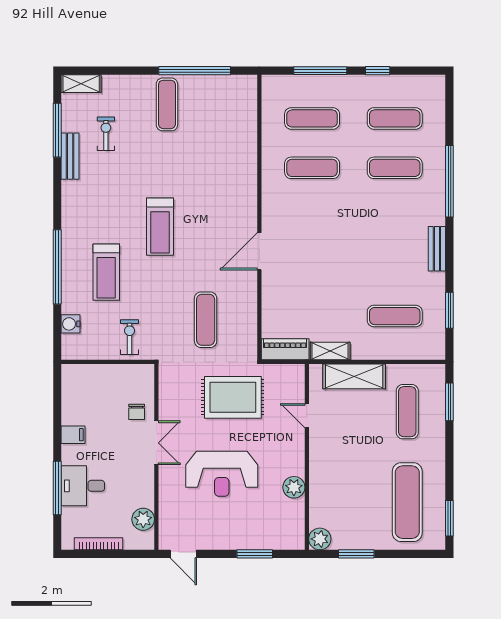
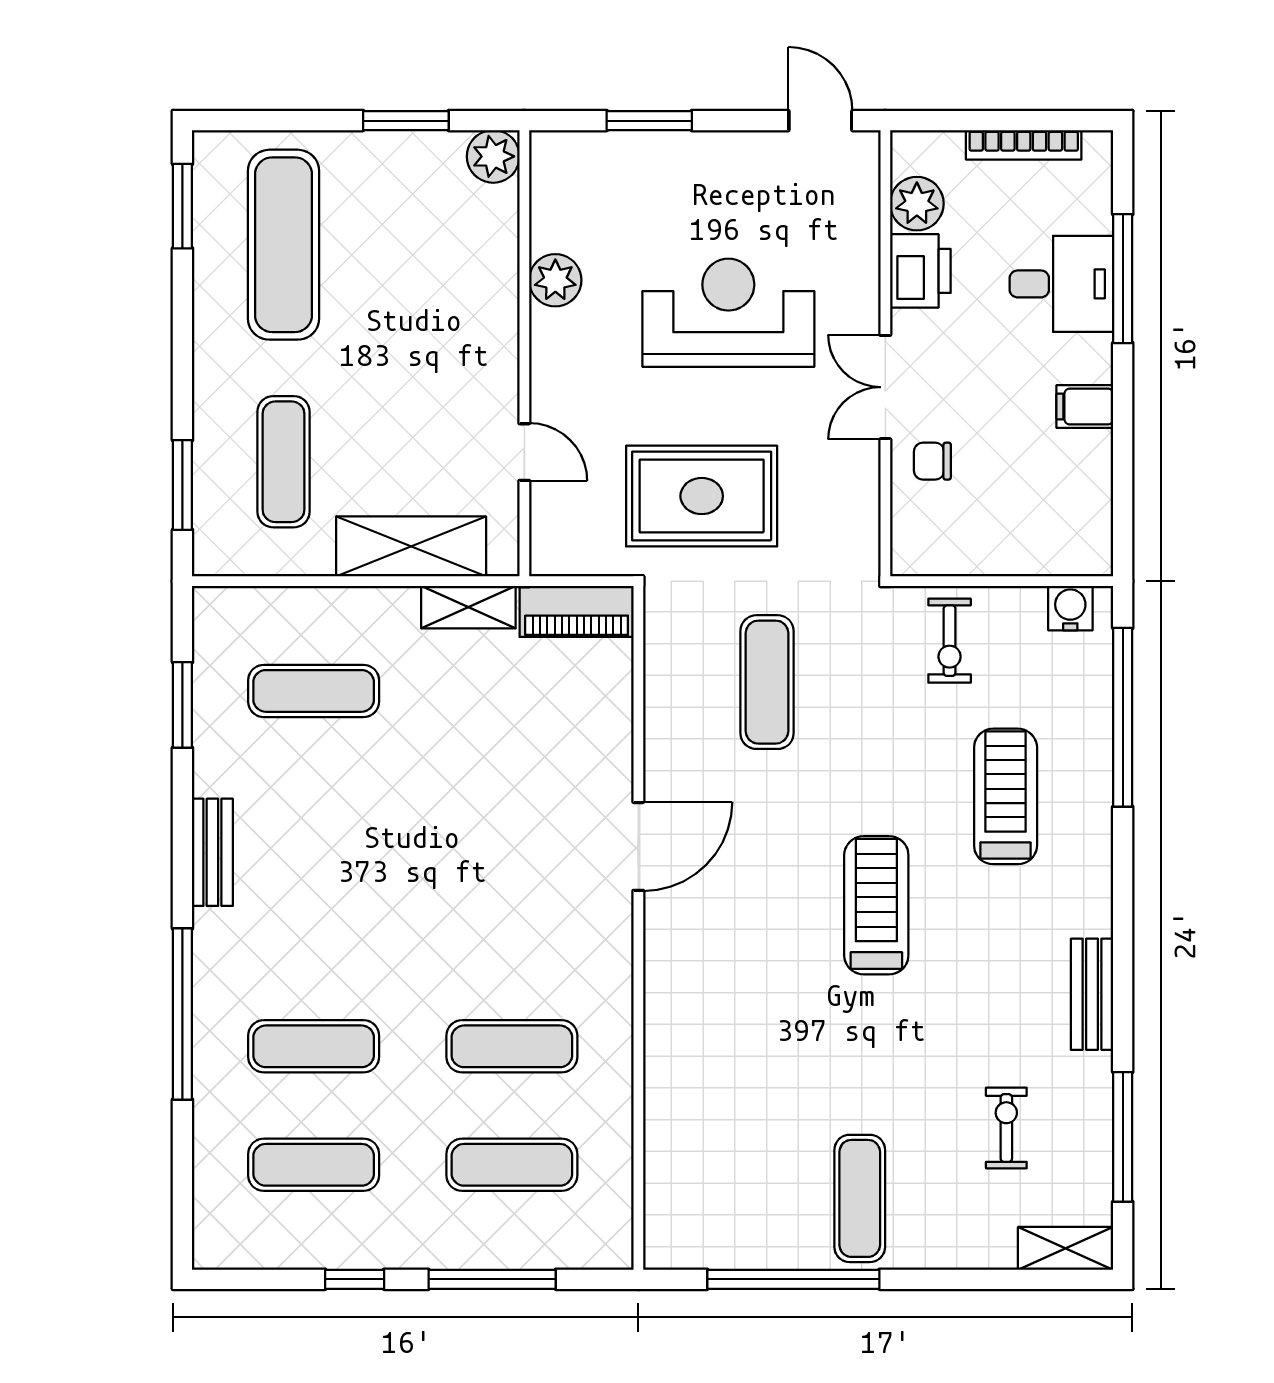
exercise bike: (106, 134) -> (1006, 1128), turned 180
bench: (70, 156) -> (1092, 994), moved
window: (57, 267) -> (1123, 717), moved
water cooler: (71, 324) -> (1070, 608), moved, turned -90
chair: (137, 412) -> (932, 461), turned -90
printer: (142, 491) -> (920, 271), added

